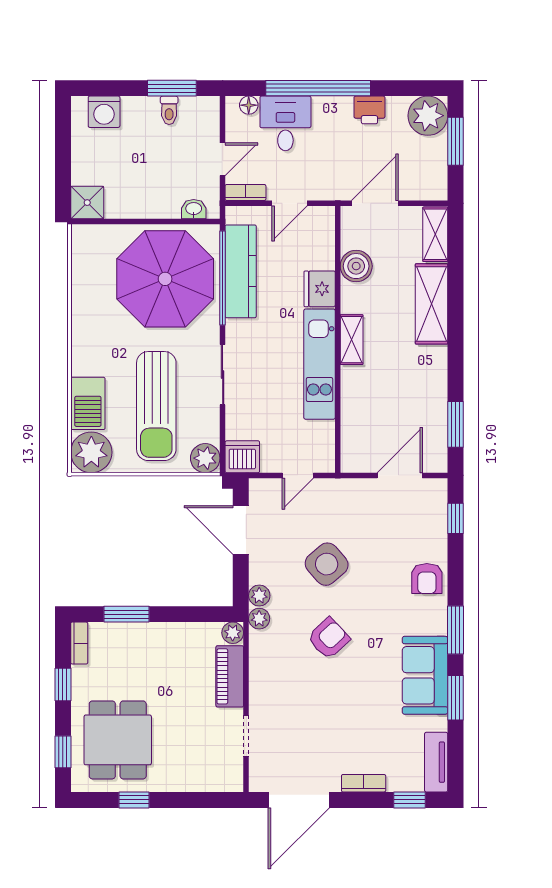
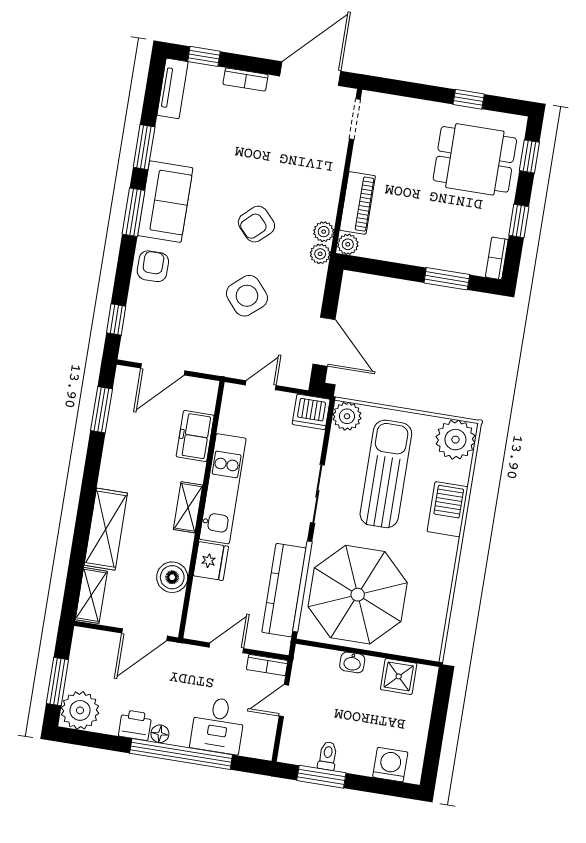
floor lamp: (249, 105) -> (160, 734), moved
shower: (87, 203) -> (399, 676), moved
washbasin: (194, 209) -> (352, 662), moved
barbecue: (88, 403) -> (448, 509), moved
freezer: (356, 413) -> (195, 436), added
plant: (259, 596) -> (324, 232), moved
sofa: (425, 675) -> (165, 202), moved
doorway: (246, 736) -> (355, 119), moved
dining table: (118, 740) -> (475, 159), turned 90

